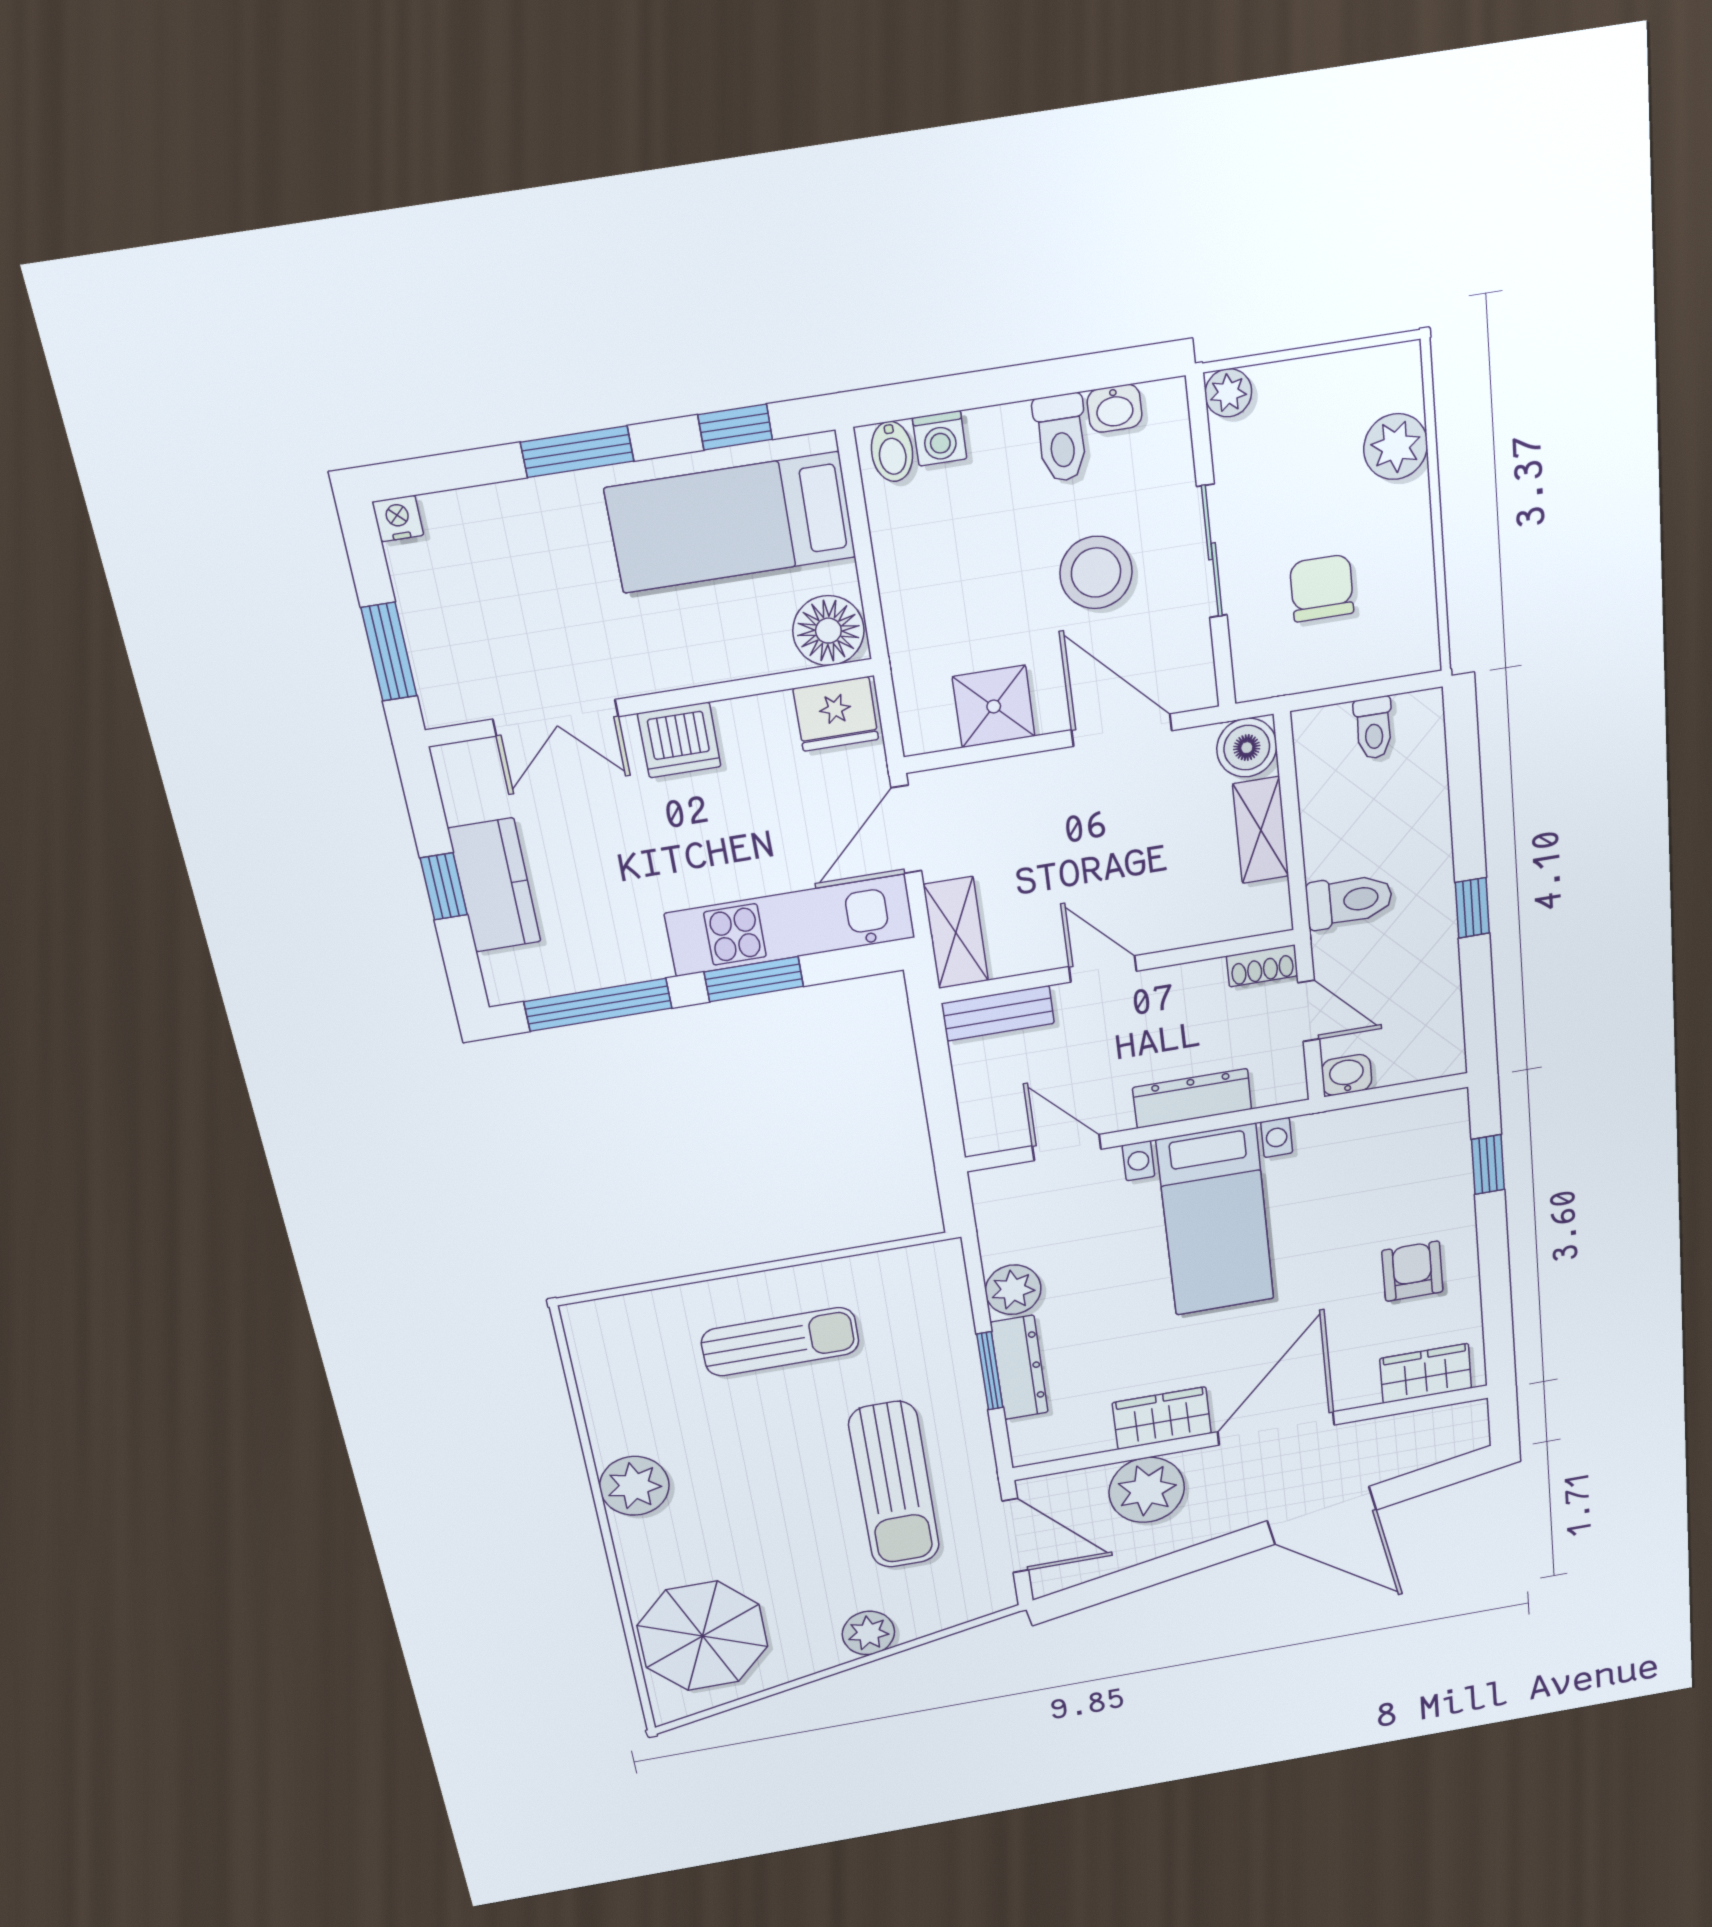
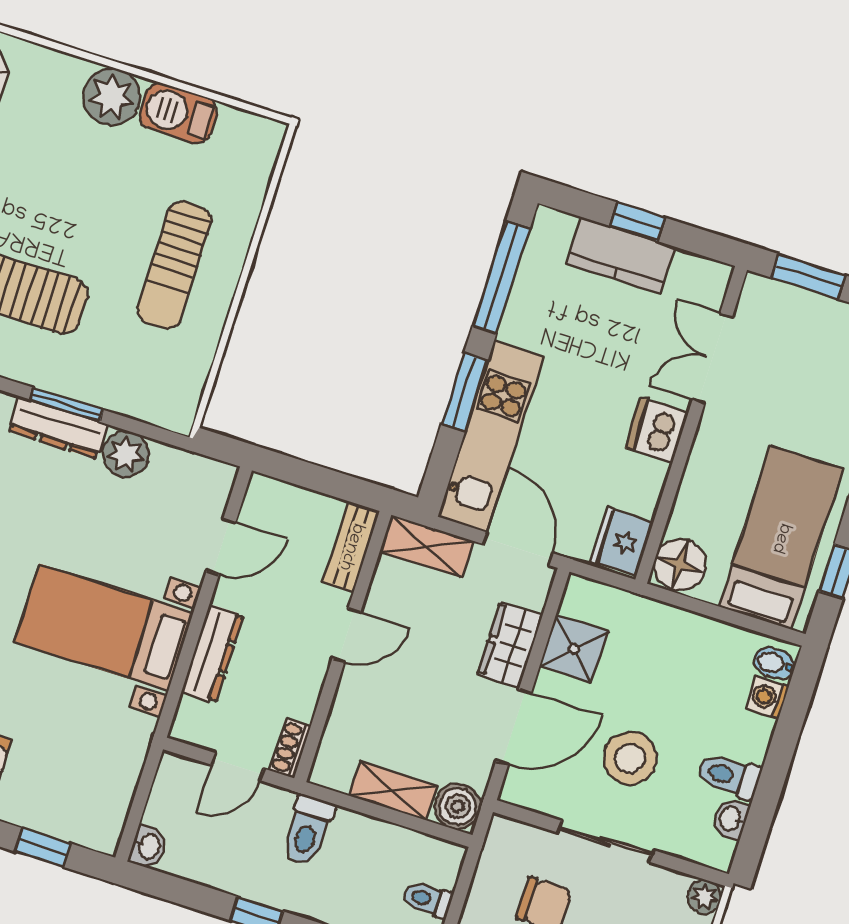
wardrobe: (1025, 783) -> (510, 645), added
washbasin: (1347, 1075) -> (149, 846), moved
barbecue: (613, 1417) -> (178, 113), added

